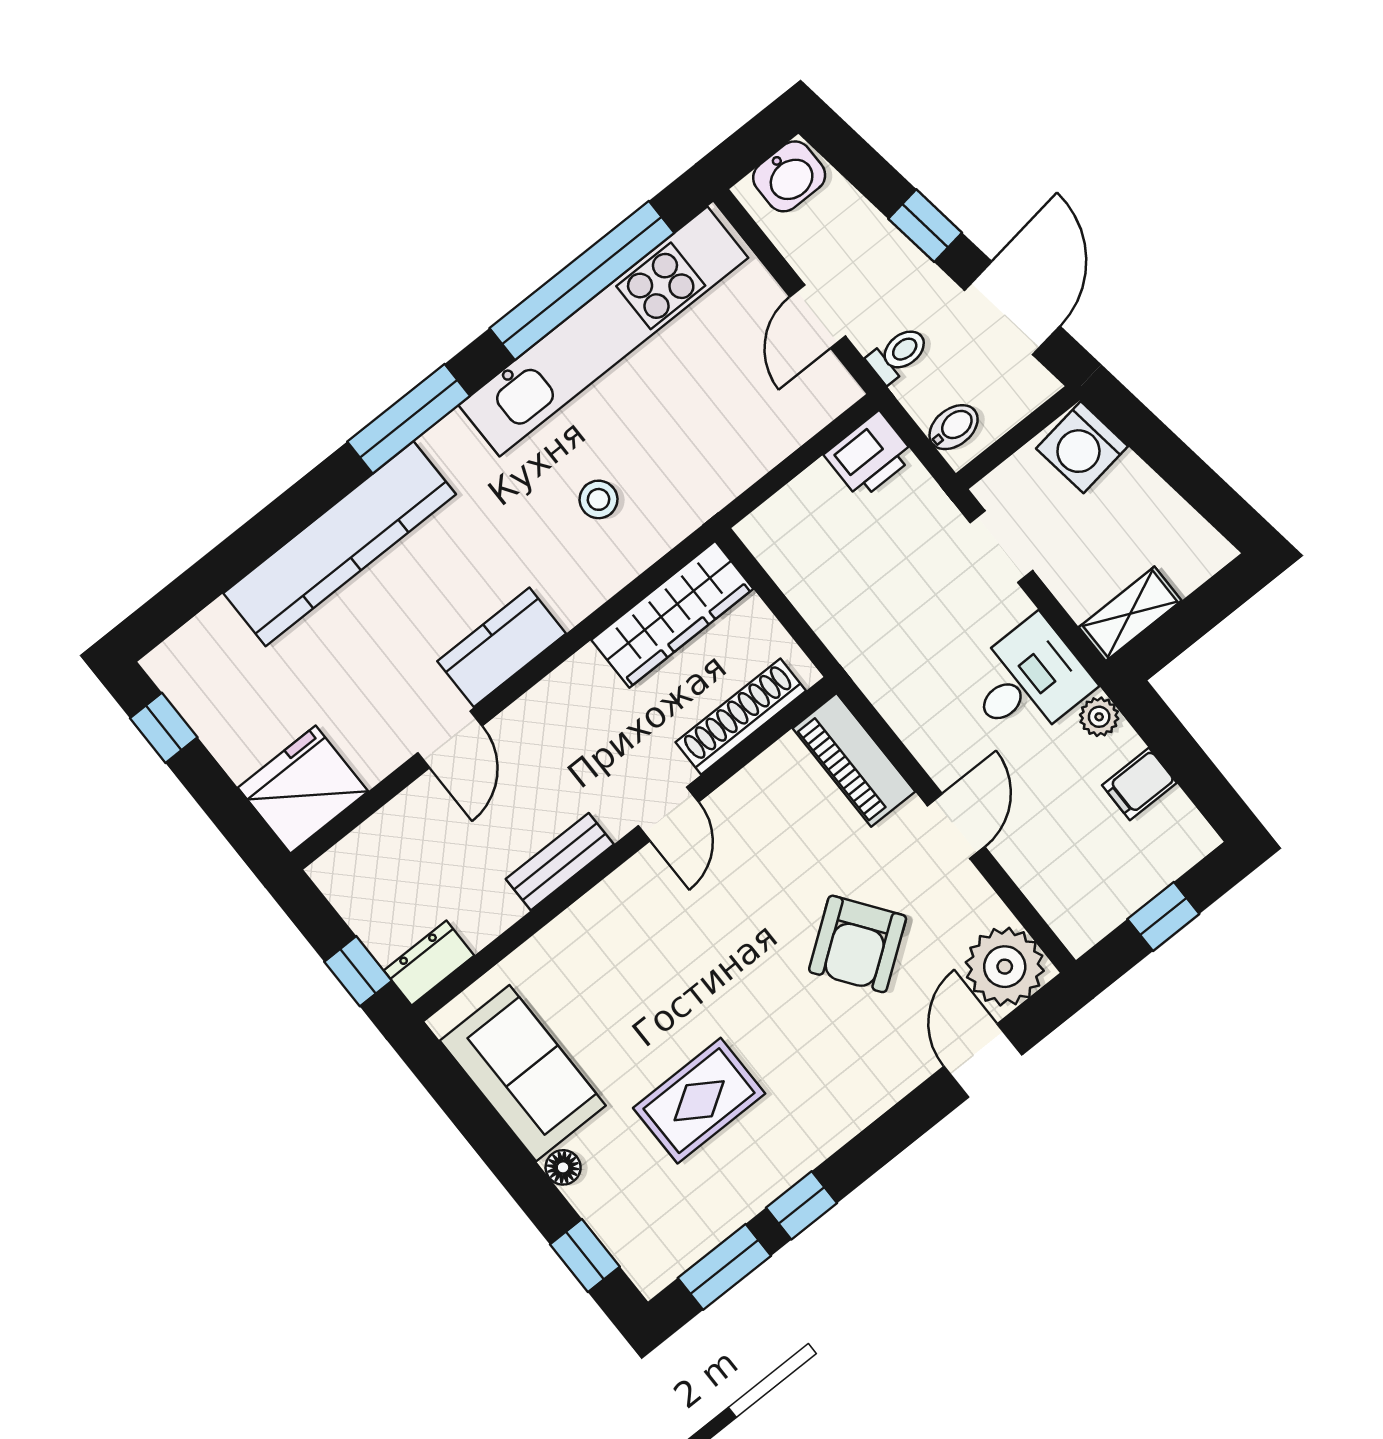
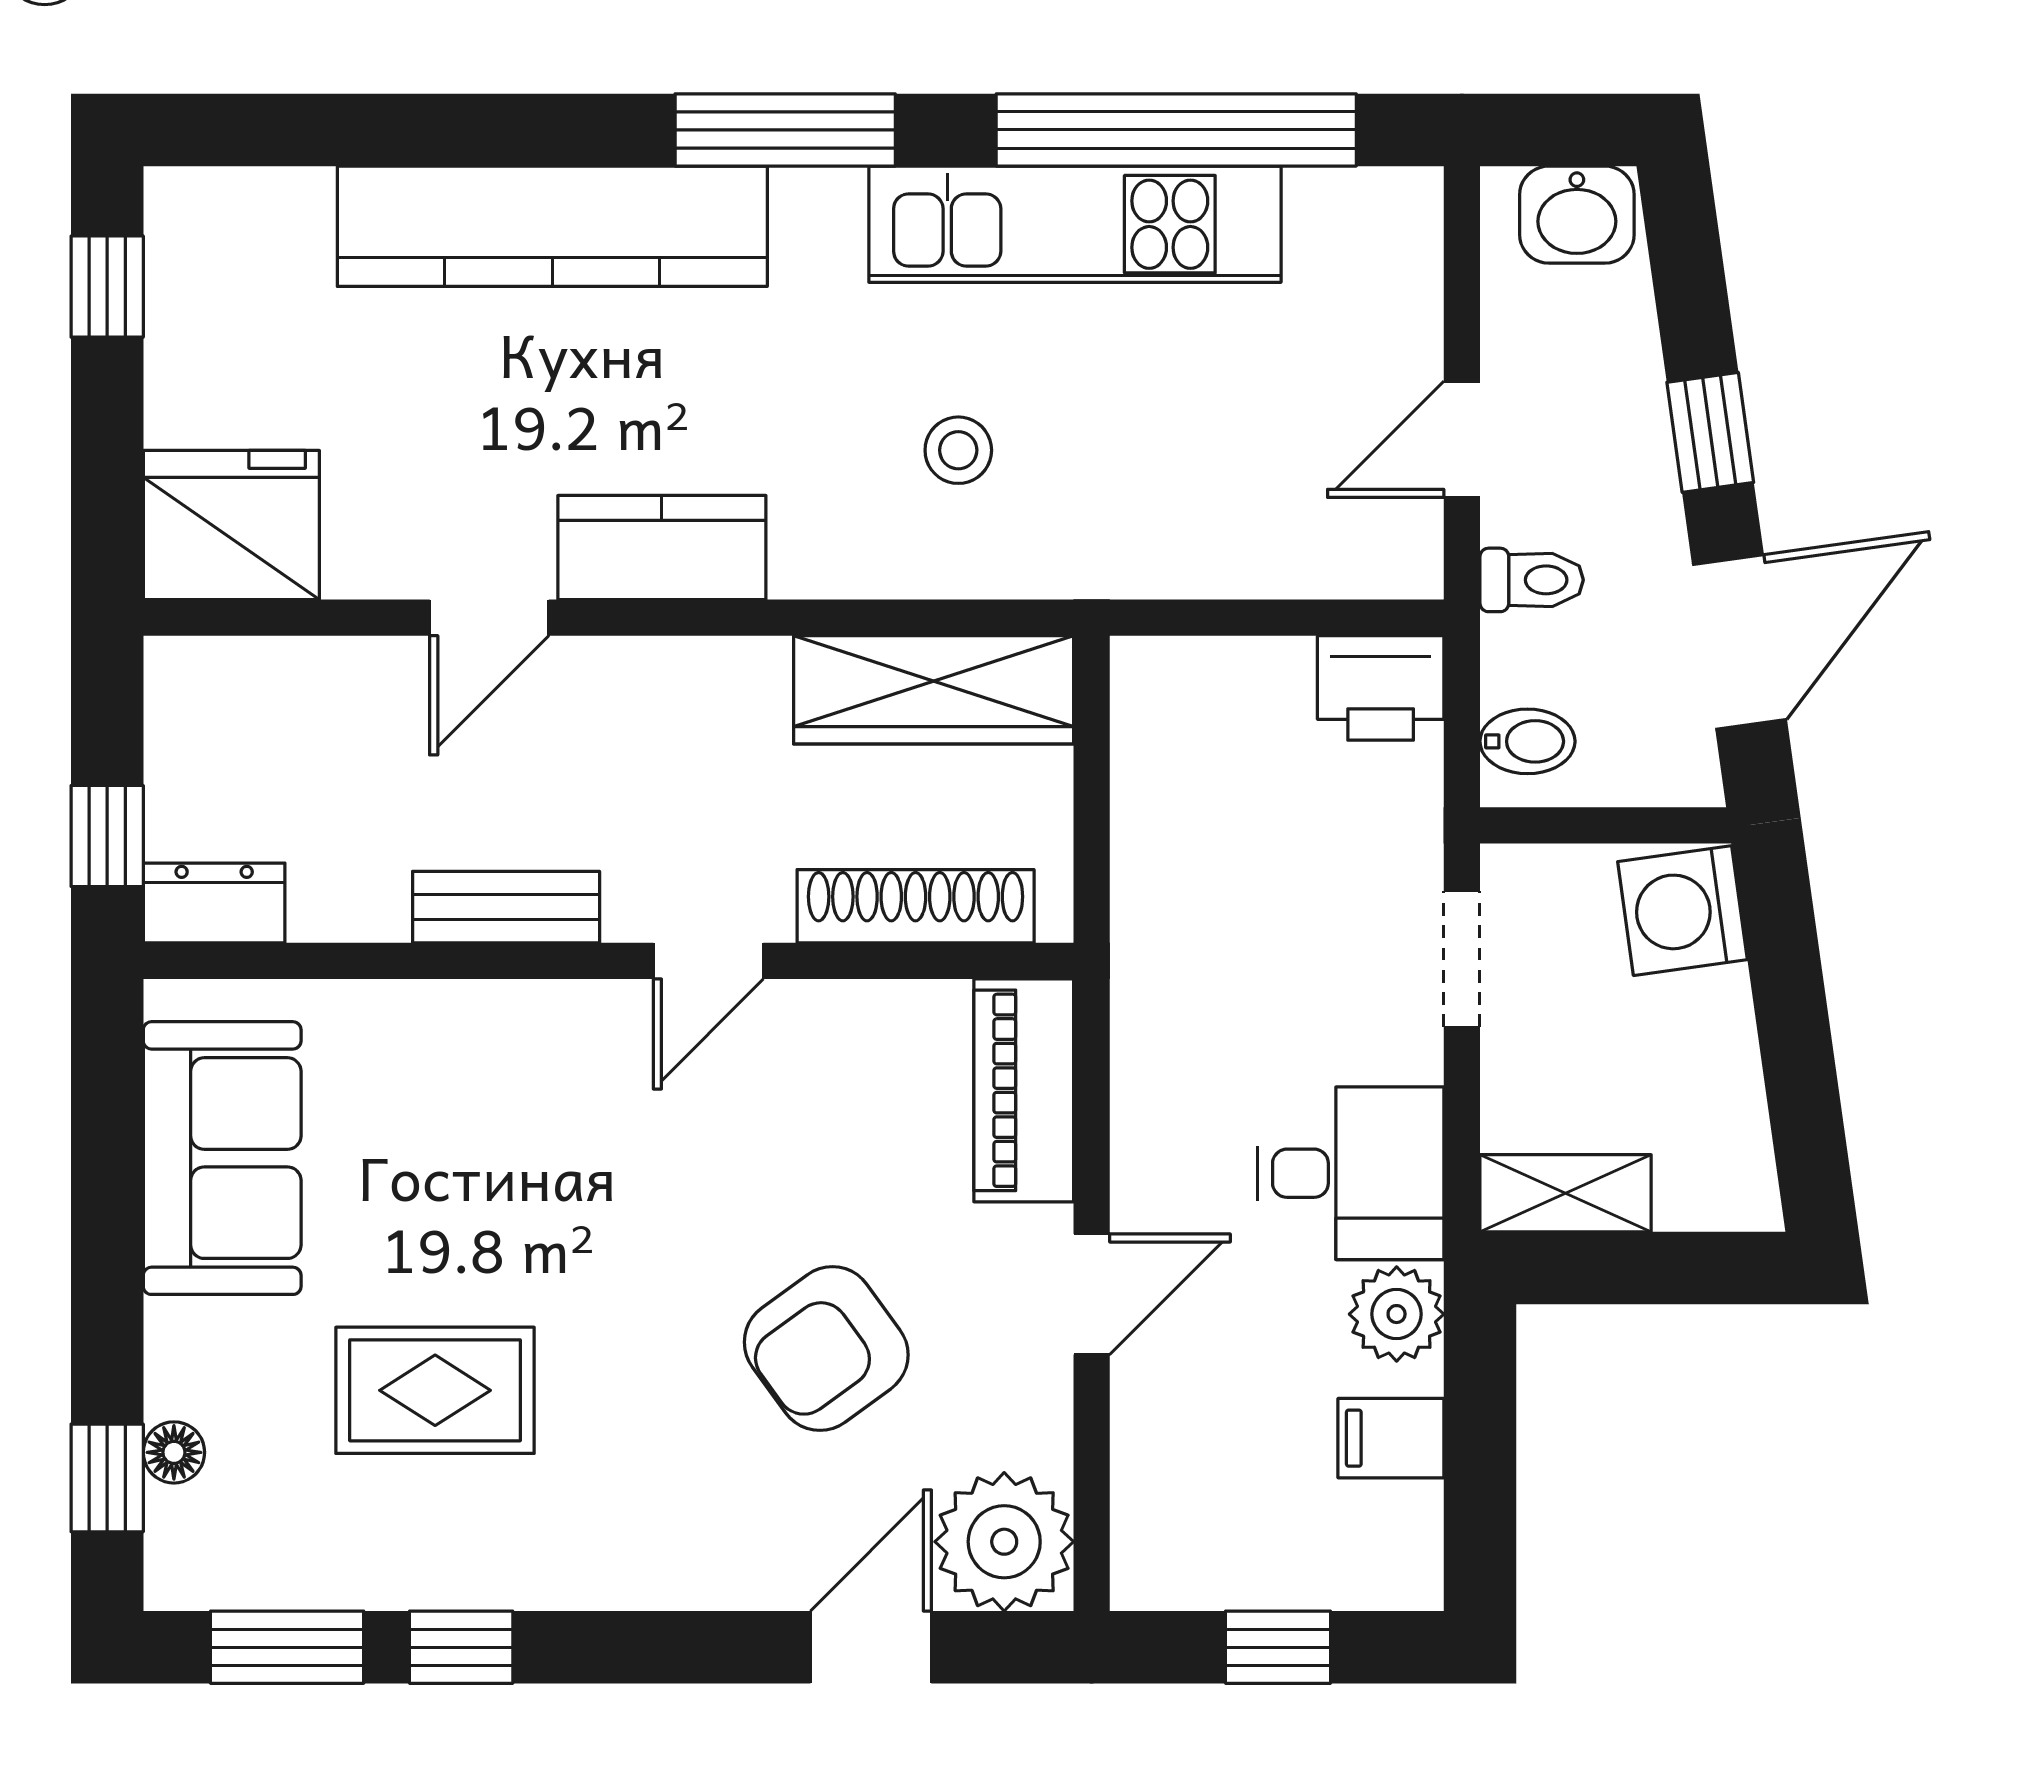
kitchen unit: (603, 332) -> (1075, 224), width x0.73
plant: (1099, 717) -> (1397, 1314), width x1.38, depth x1.38
floor lamp: (563, 1167) -> (174, 1452), moved

